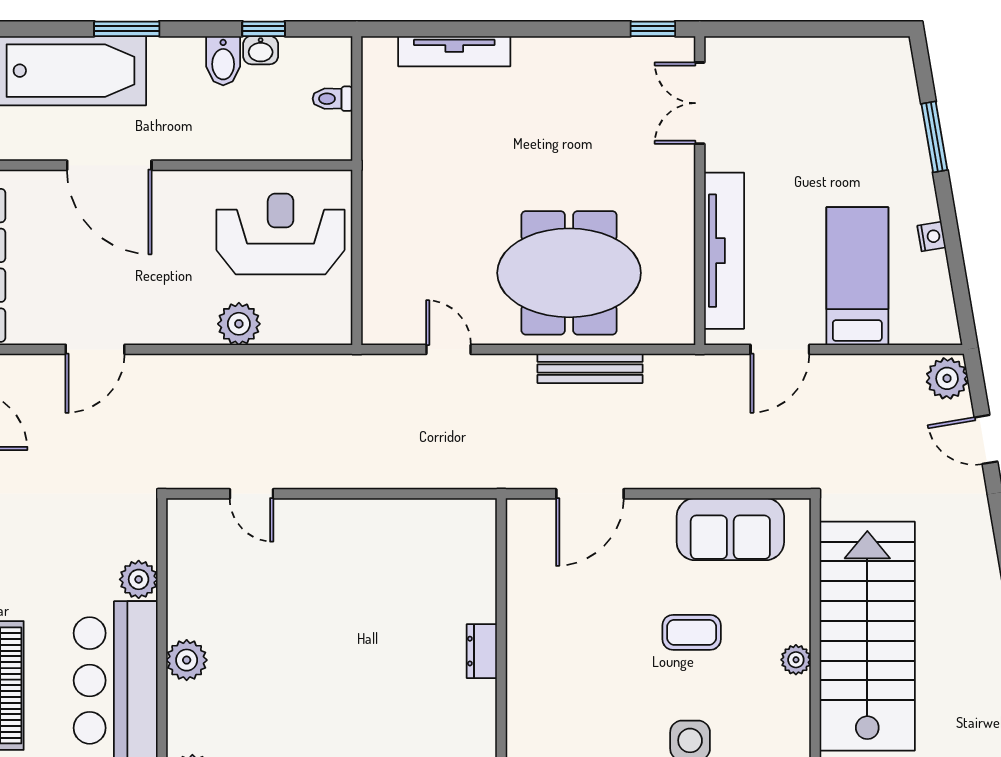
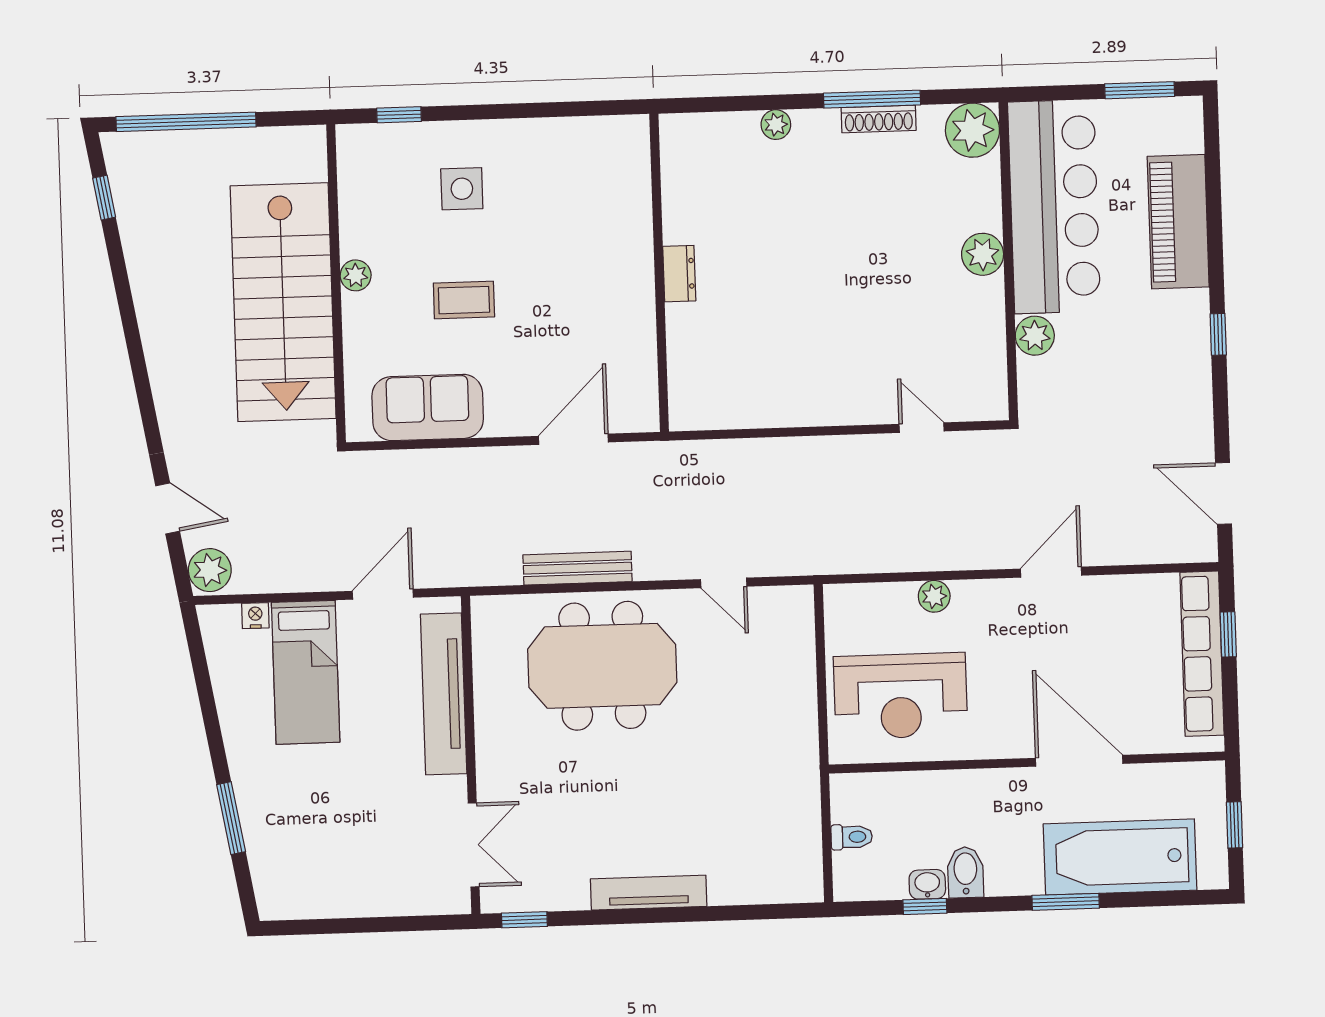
tv unit: (454, 51) -> (649, 893), moved
nightstand: (932, 237) -> (255, 616), moved, turned 100
plant: (239, 324) -> (934, 596), width x0.73, depth x0.73
door: (95, 349) -> (1051, 572), moved

